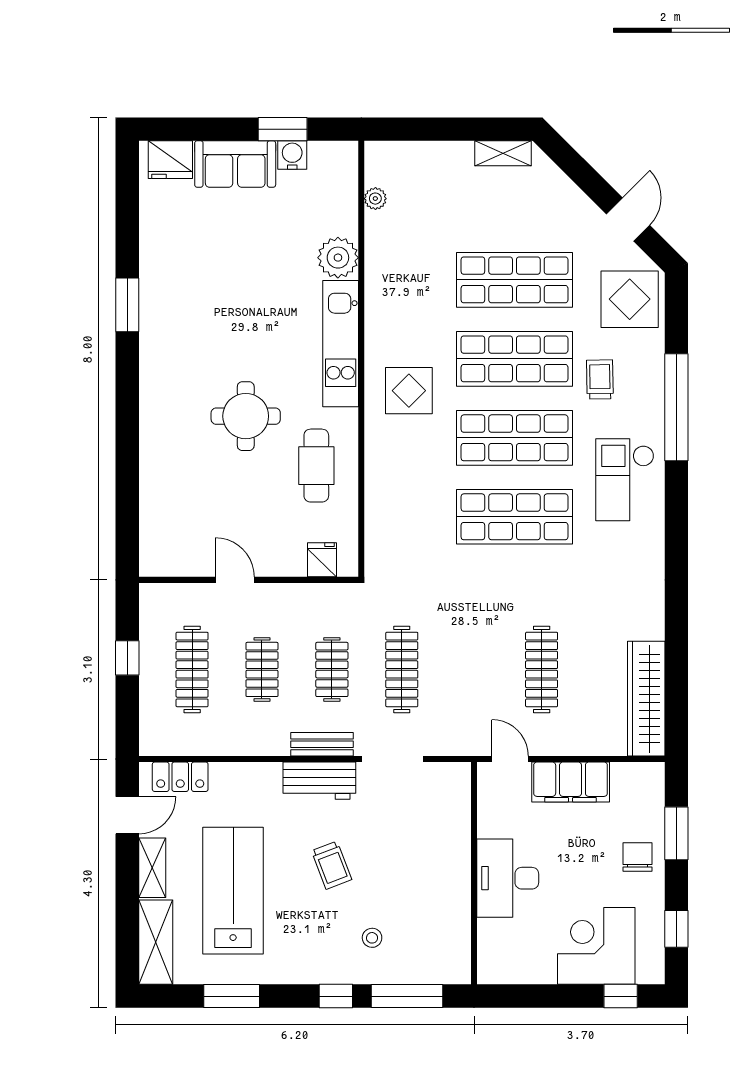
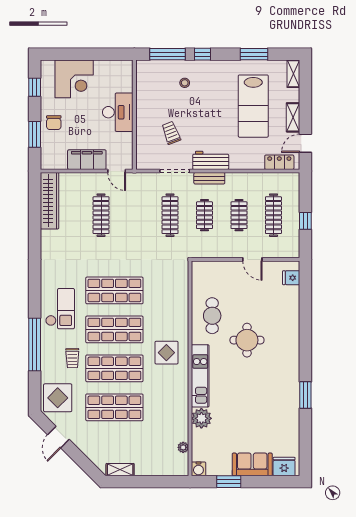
water cooler: (292, 155) -> (198, 469), moved
fridge: (322, 560) -> (291, 278), moved, turned 90
trolley: (332, 865) -> (171, 133), moved
shelving: (156, 942) -> (293, 74), width x0.67, depth x0.75
window: (621, 996) -> (62, 54), removed

